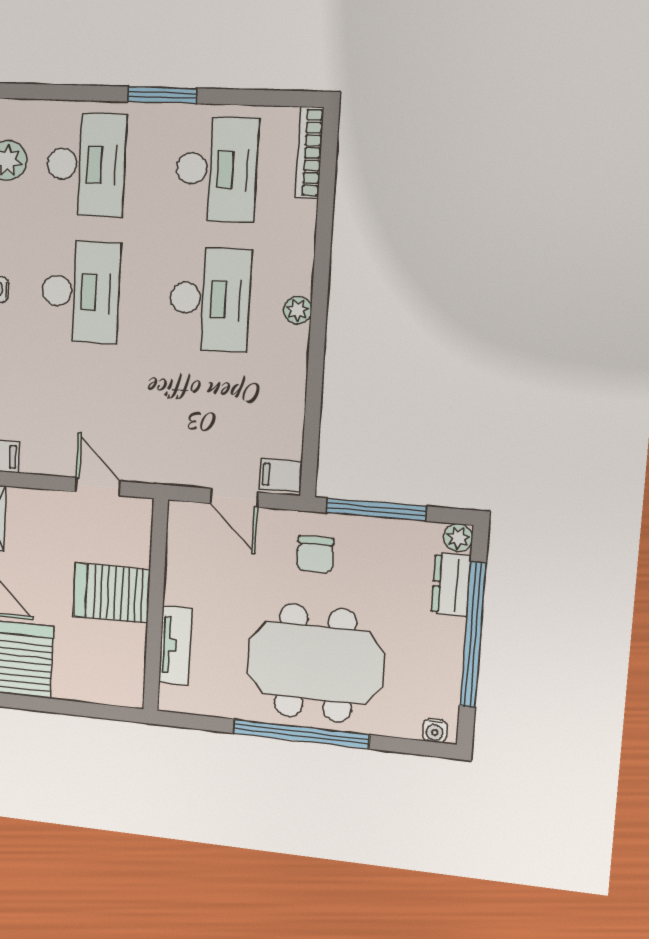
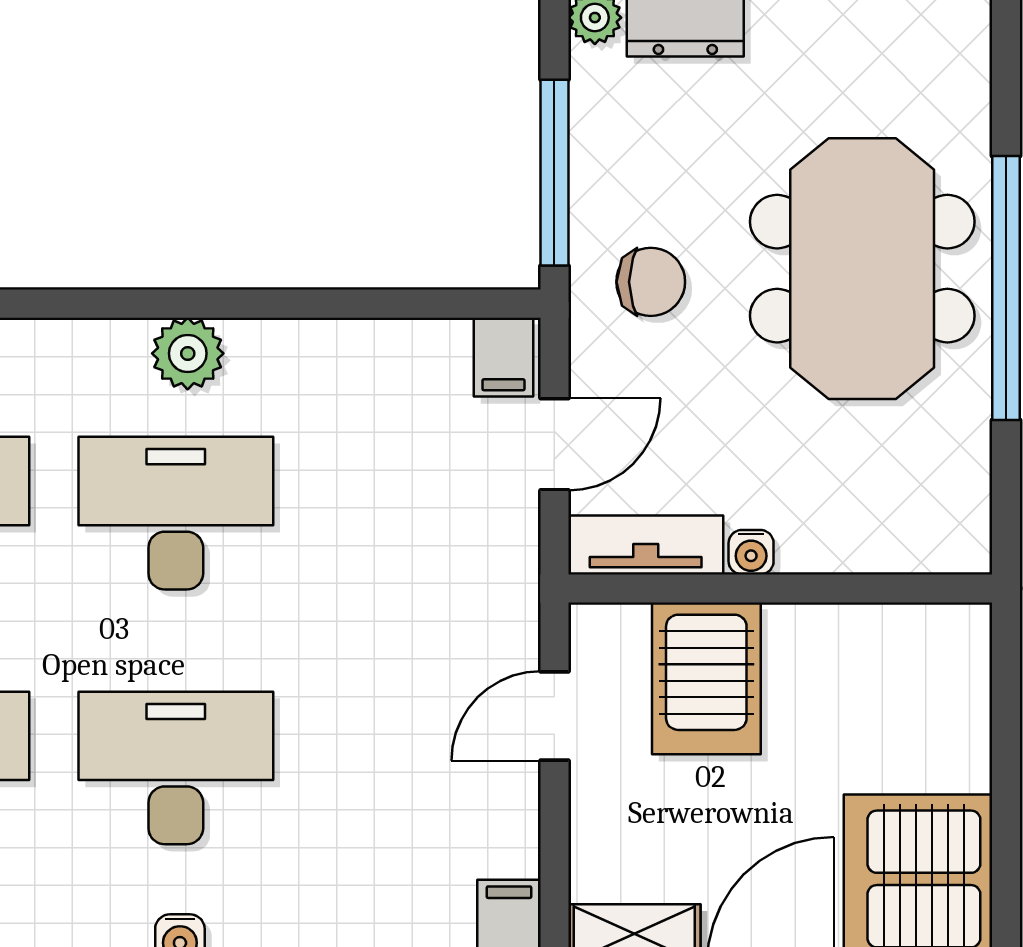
plant: (298, 310) -> (188, 353), width x1.38, depth x1.38
server rack: (112, 593) -> (706, 678), moved
tv unit: (175, 645) -> (646, 545), moved
water cooler: (435, 731) -> (751, 552), moved, turned 90

